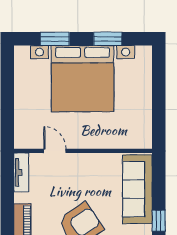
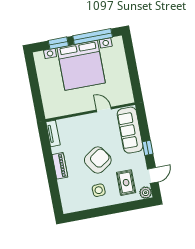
window: (108, 39) -> (93, 37), width x2.11
door: (55, 151) -> (104, 109), moved

